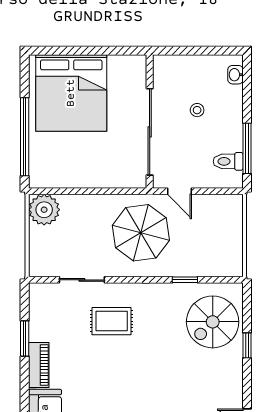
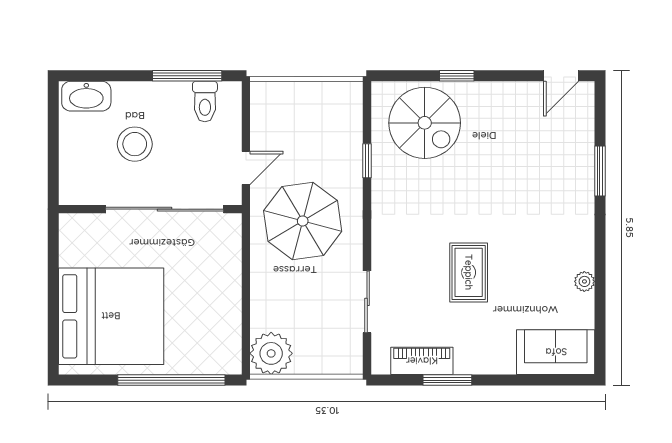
washbasin: (235, 75) -> (86, 96), width x1.91, depth x1.45
stool: (197, 110) -> (135, 144), width x1.89, depth x1.89
rug: (112, 321) -> (469, 272), moved
piano: (39, 365) -> (422, 361), moved

